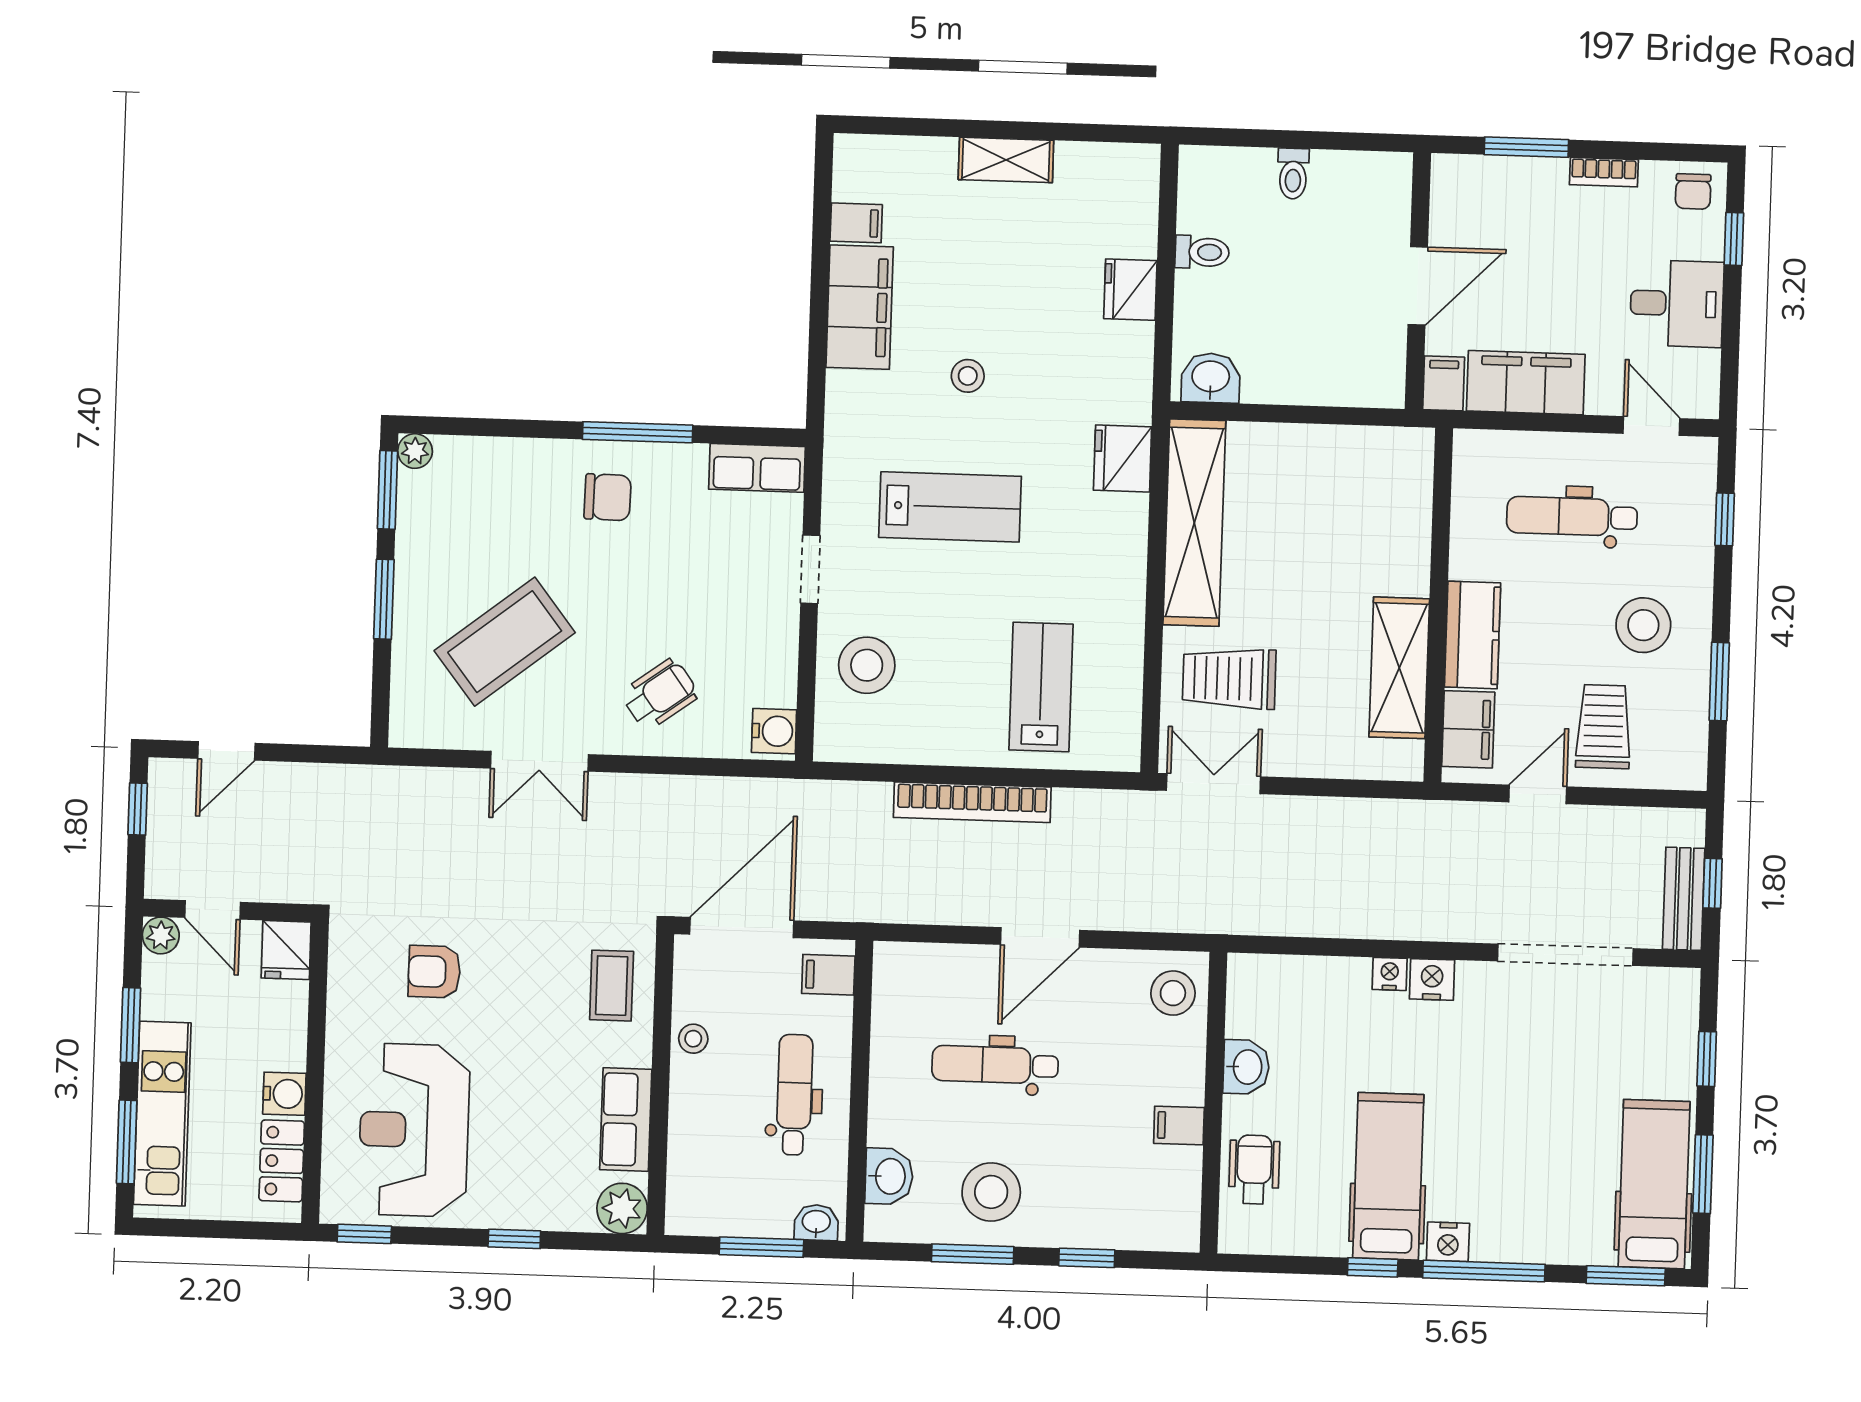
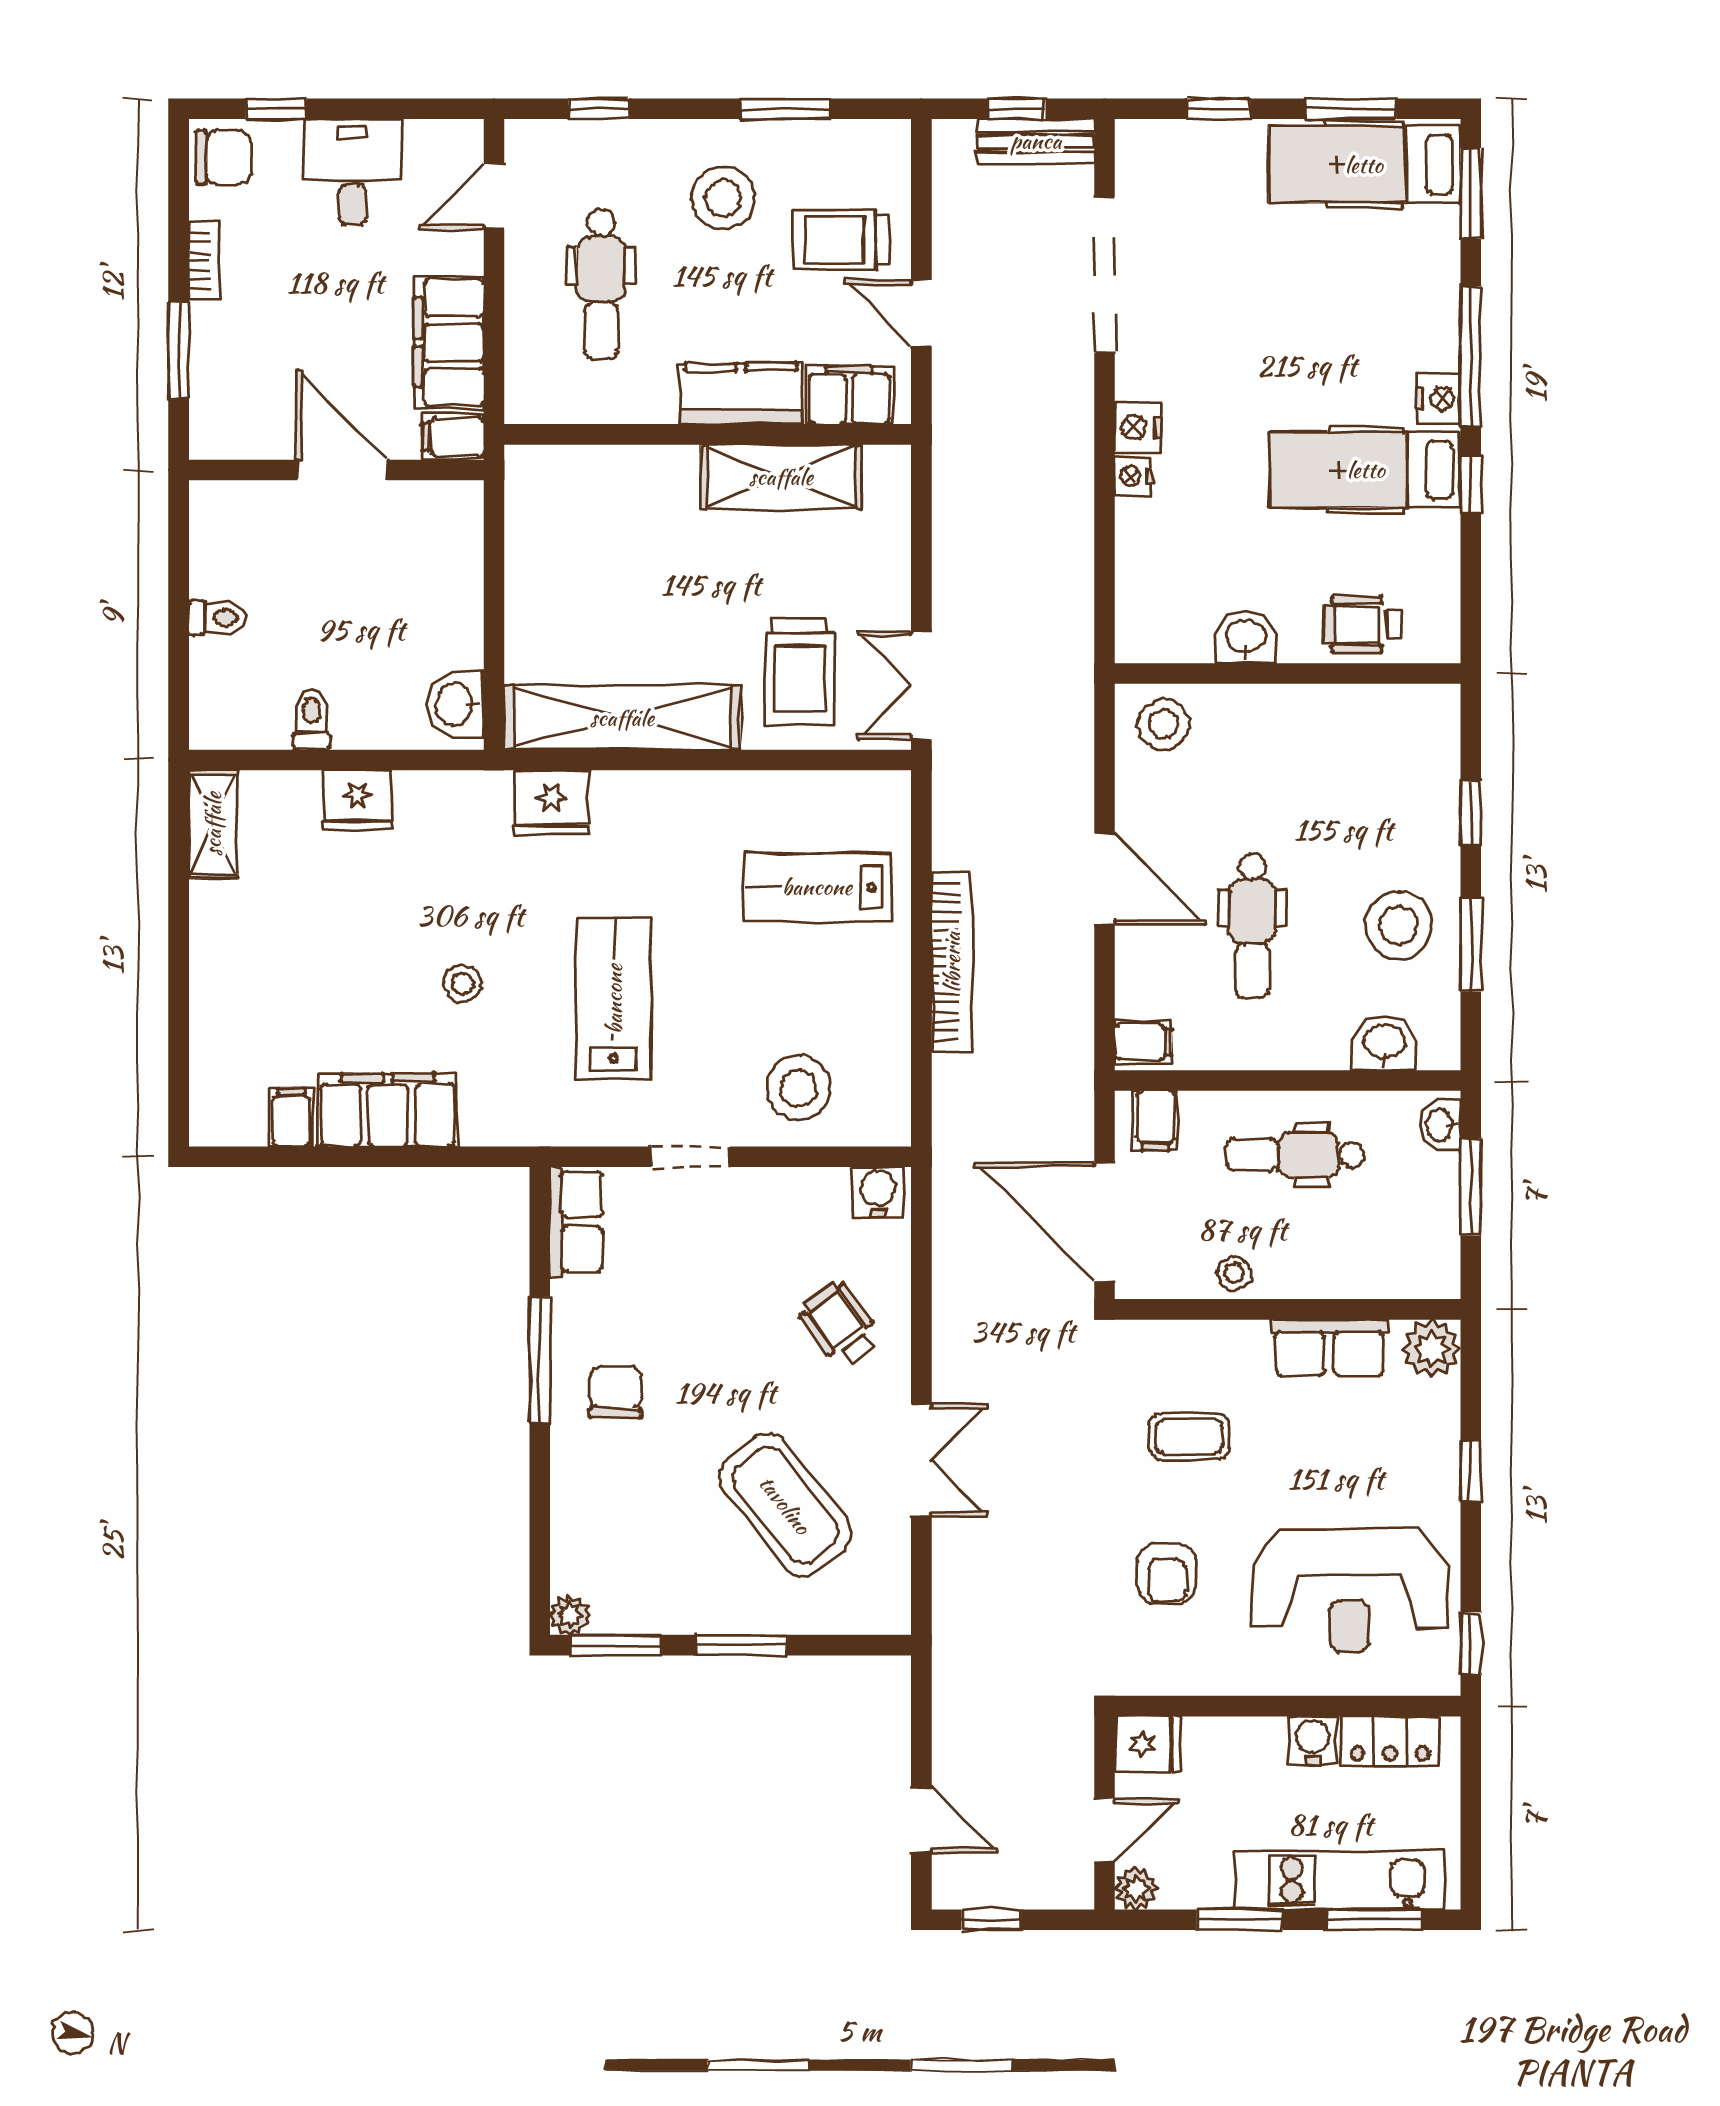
shelving: (1006, 160) -> (213, 824), moved
chair: (1693, 191) -> (223, 157), width x1.37, depth x1.37
coffee table: (612, 986) -> (1189, 1437), moved
filing cabinet: (1179, 1126) -> (1143, 1042), moved, turned -90

